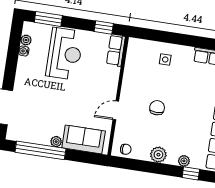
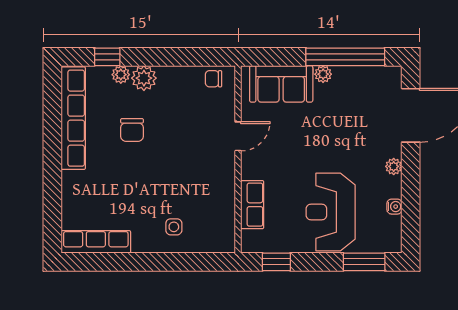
plant: (26, 40) -> (394, 166), moved
row of seats: (116, 50) -> (252, 205), moved
chair: (157, 108) -> (132, 130), moved
plant: (158, 155) -> (144, 78), moved

